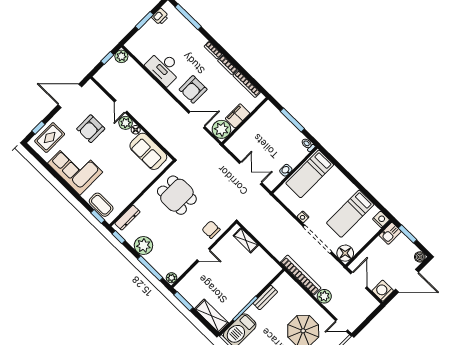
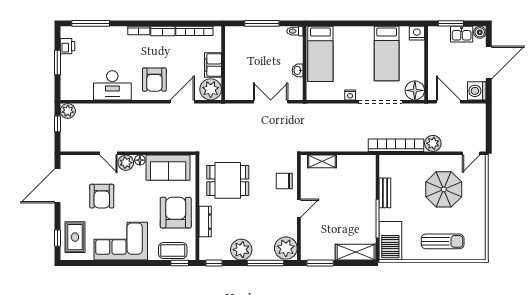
armchair: (126, 183) -> (176, 213), added
dresser: (127, 218) -> (205, 222), moved
kitchen sink: (390, 233) -> (462, 34), moved, turned 90
plant: (172, 278) -> (286, 248), width x1.88, depth x1.88

